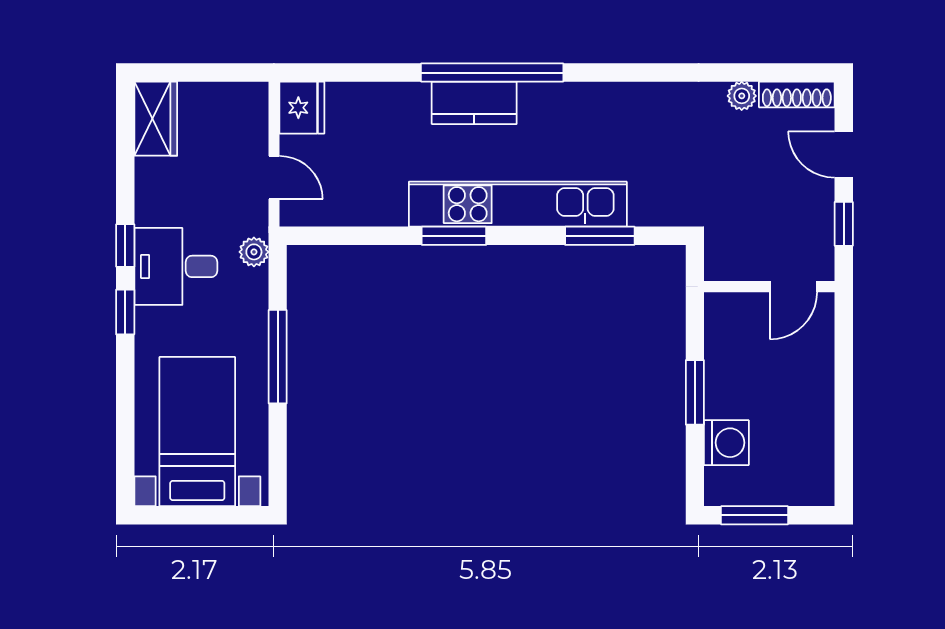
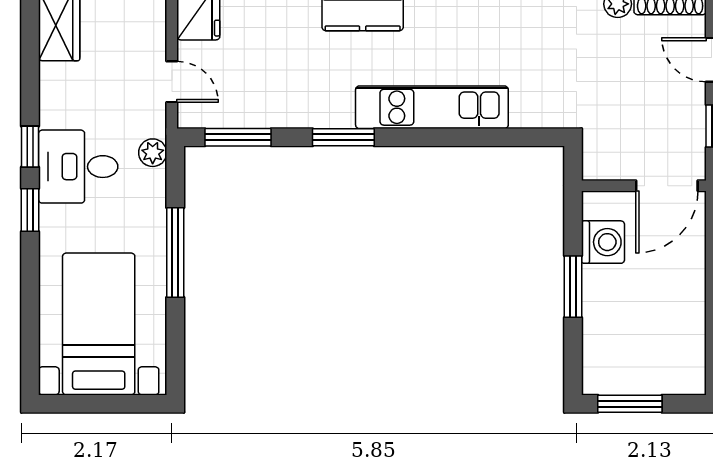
kitchen unit: (518, 204) -> (432, 107), width x0.73
window: (600, 236) -> (238, 137), moved
door: (793, 287) -> (667, 186), width x1.38
washing machine: (726, 443) -> (603, 242), moved

